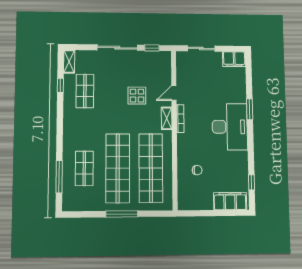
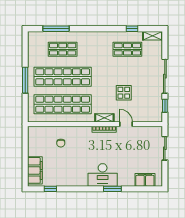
filing cabinet: (234, 59) -> (145, 180), moved, turned 90
desk: (230, 127) -> (103, 175), width x0.73, depth x0.77

